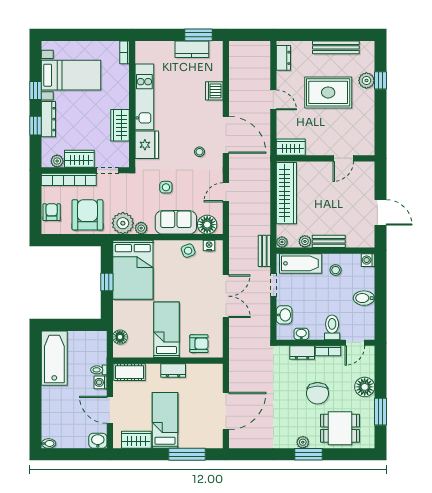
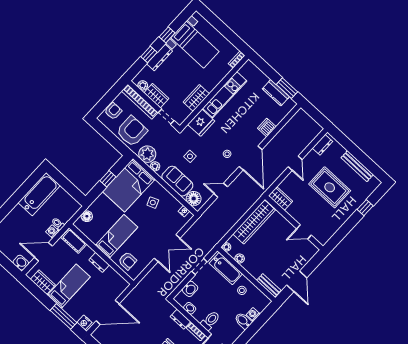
plant: (366, 80) -> (357, 200), removed
bench: (329, 241) -> (269, 285), moved
side table: (188, 251) -> (153, 203), moved
bench: (264, 251) -> (212, 243), removed
washing machine: (368, 260) -> (253, 314), moved
door: (110, 410) -> (43, 252), hinge flipped
nightstand: (212, 441) -> (84, 322), added

